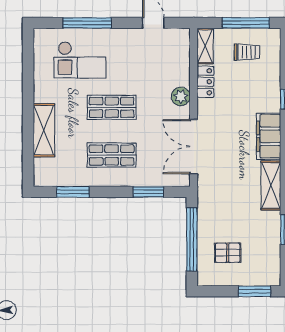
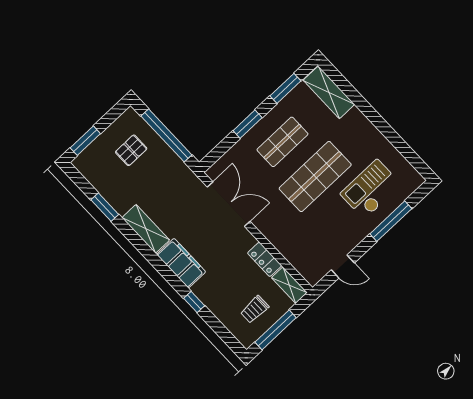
plant: (181, 96) -> (272, 232), removed
shop shelf: (112, 107) -> (315, 177), width x1.43, depth x1.36
shelving: (44, 130) -> (329, 92), moved
window: (148, 192) -> (248, 124), moved

